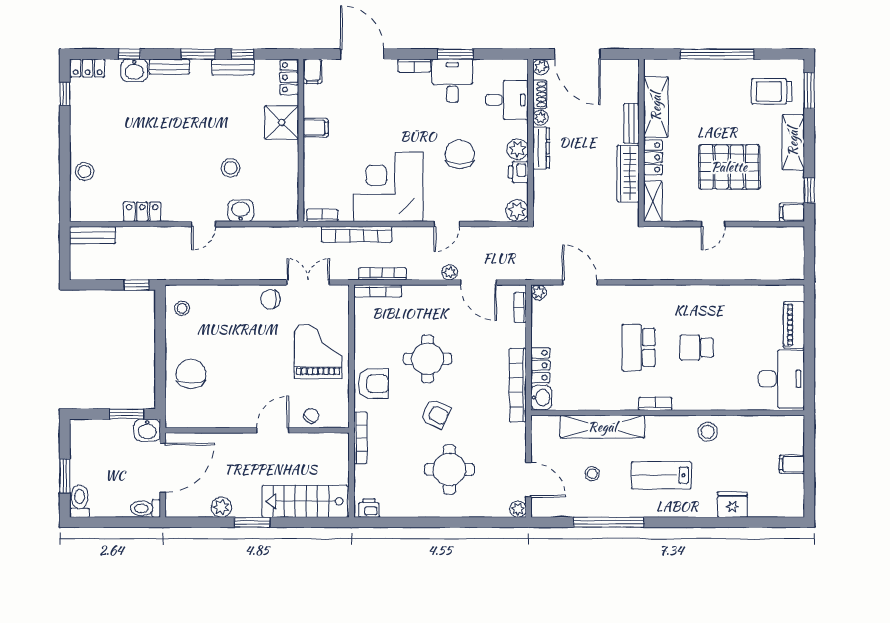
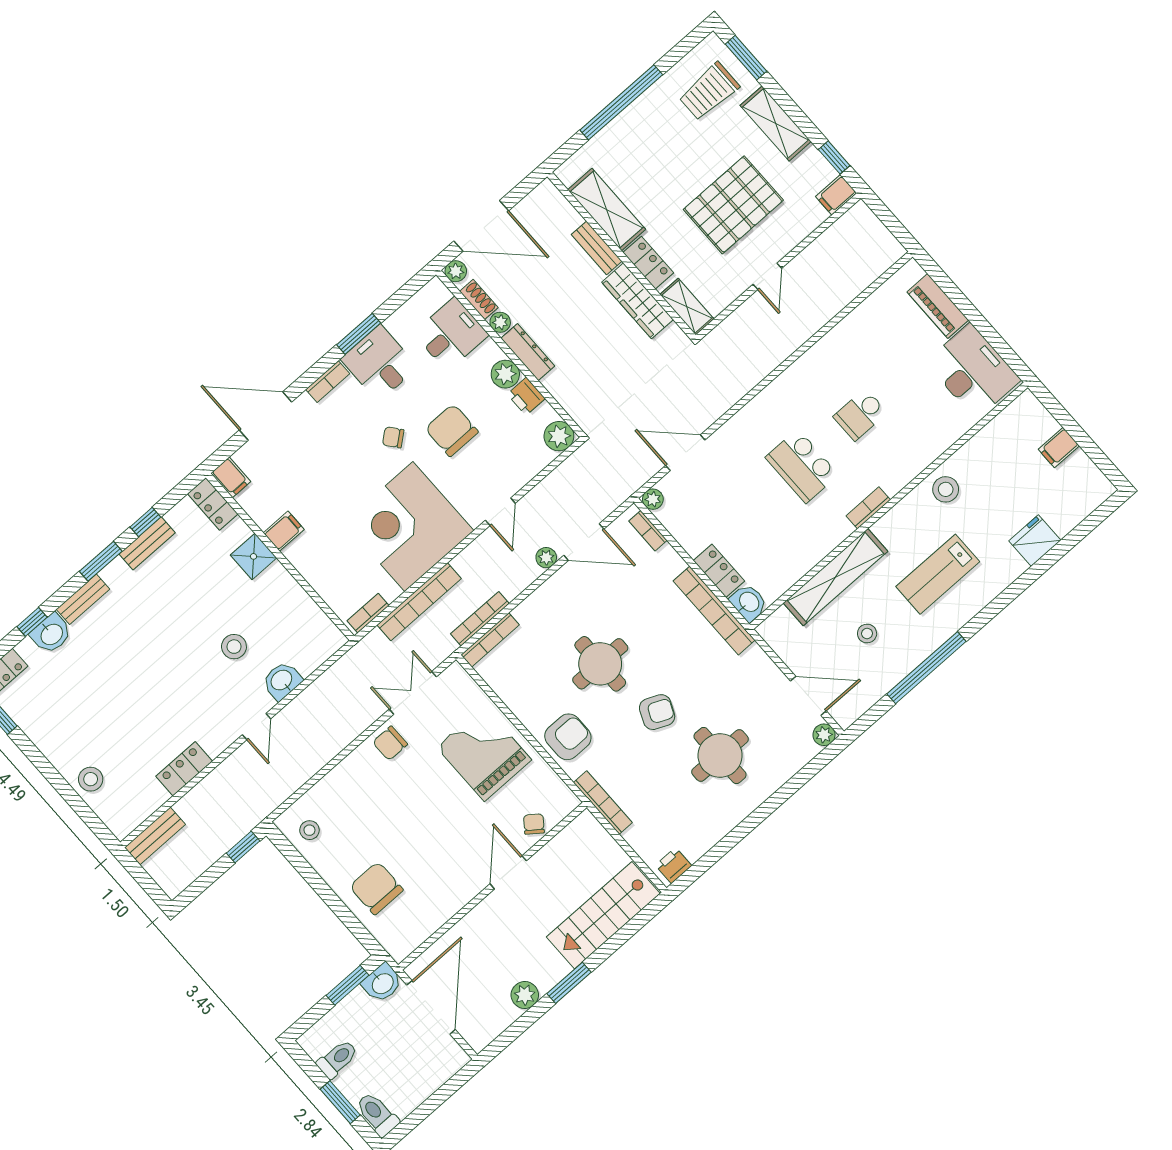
shower: (282, 122) -> (253, 556), width x0.73, depth x0.73
chair: (423, 129) -> (393, 437), added
toilet: (145, 508) -> (337, 1059), moved, turned 180

